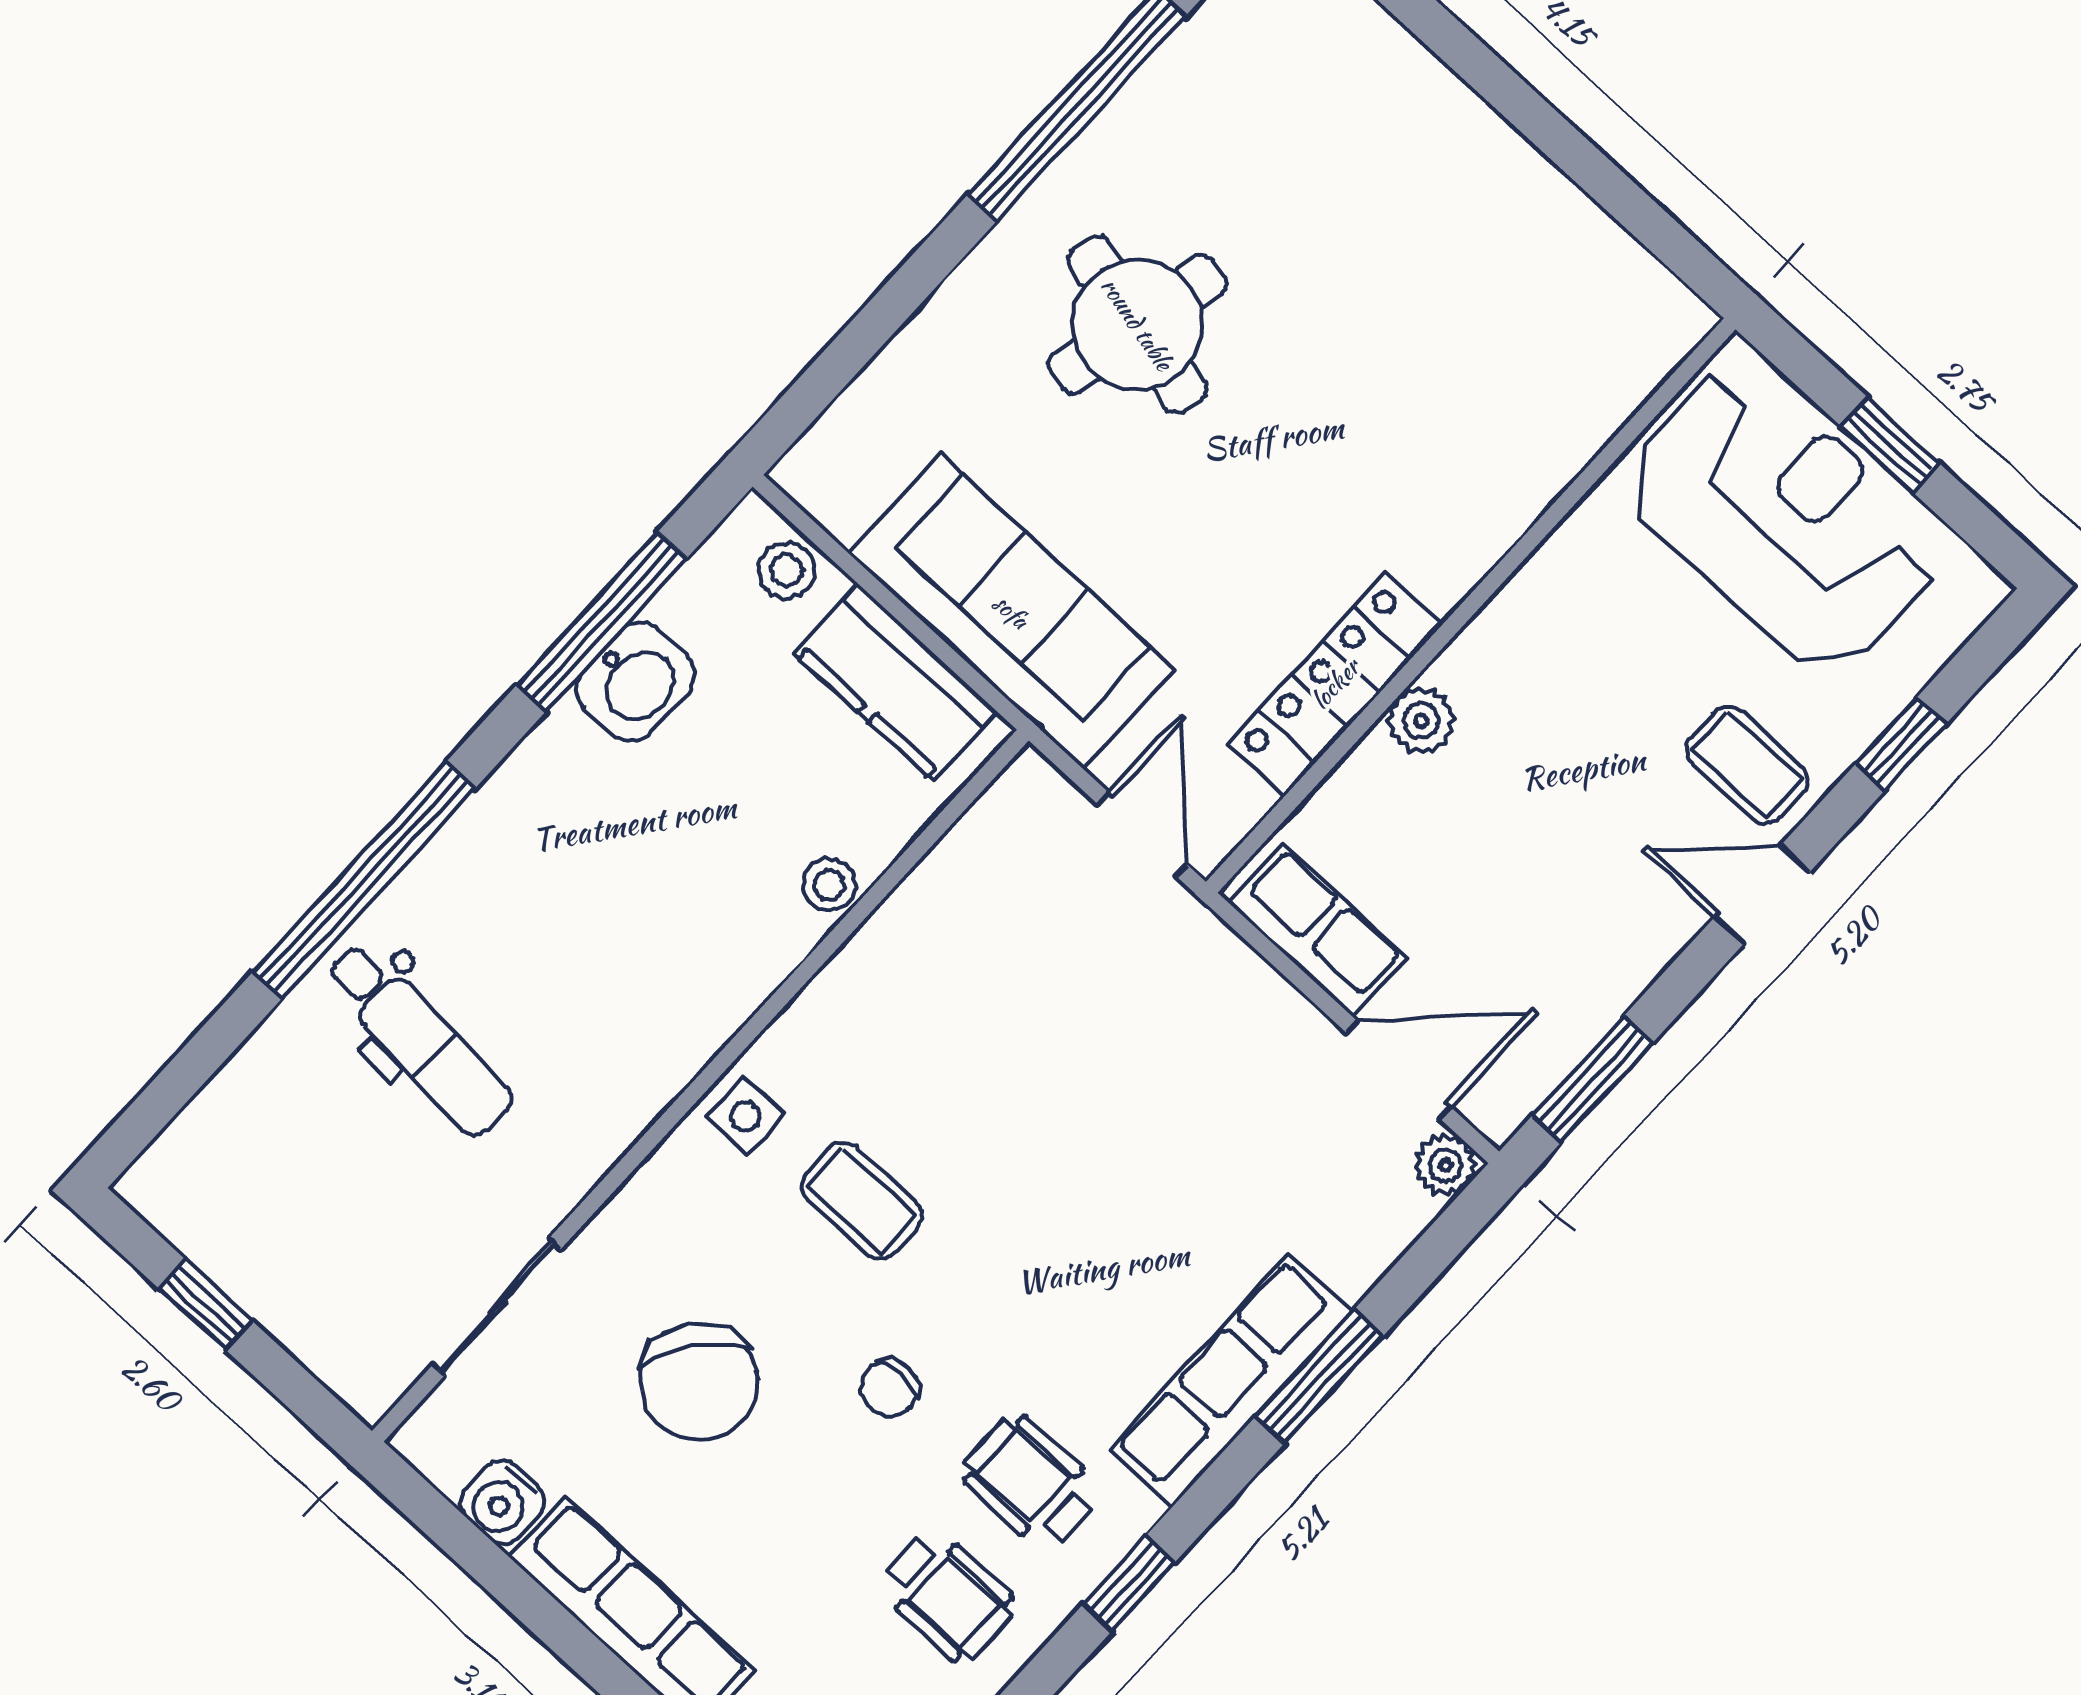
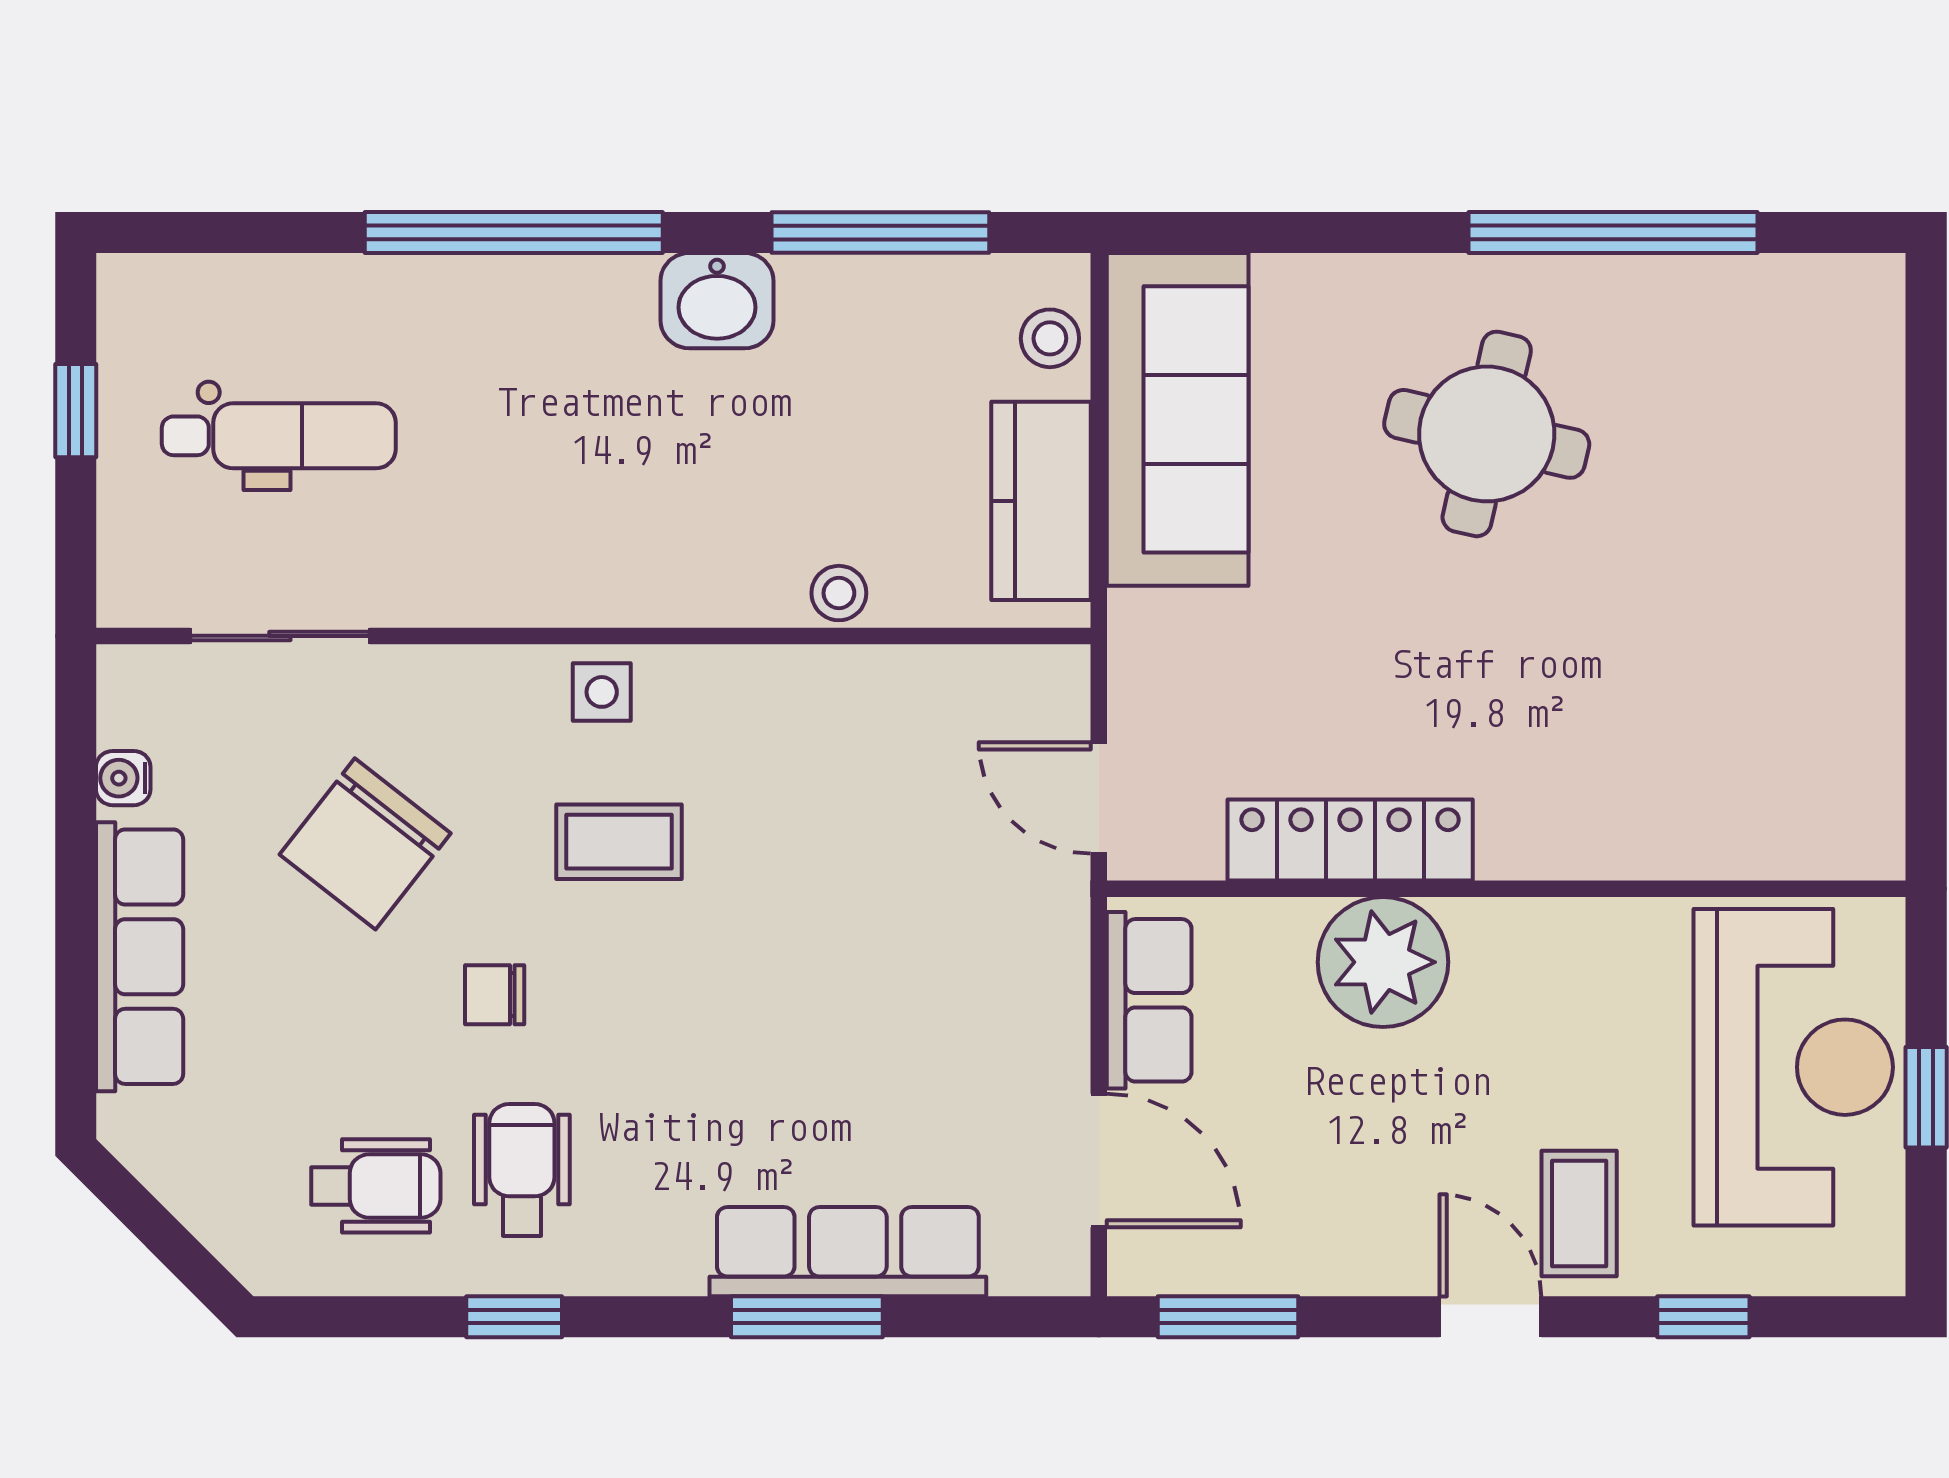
sofa: (1011, 611) -> (1178, 419), moved
washbasin: (635, 682) -> (717, 301), moved
plant: (1421, 720) -> (1383, 962), width x1.87, depth x1.87
door: (1142, 834) -> (1099, 798), swing flipped
dental chair: (419, 1039) -> (279, 436), moved, turned -94
plant: (1445, 1165) -> (1059, 1264), removed
coffee table: (862, 1201) -> (619, 842), turned 90
row of seats: (1231, 1380) -> (848, 1252), moved
water cooler: (502, 1502) -> (123, 778), width x0.72, depth x0.72
wheelchair: (947, 1596) -> (376, 1186), turned -90

